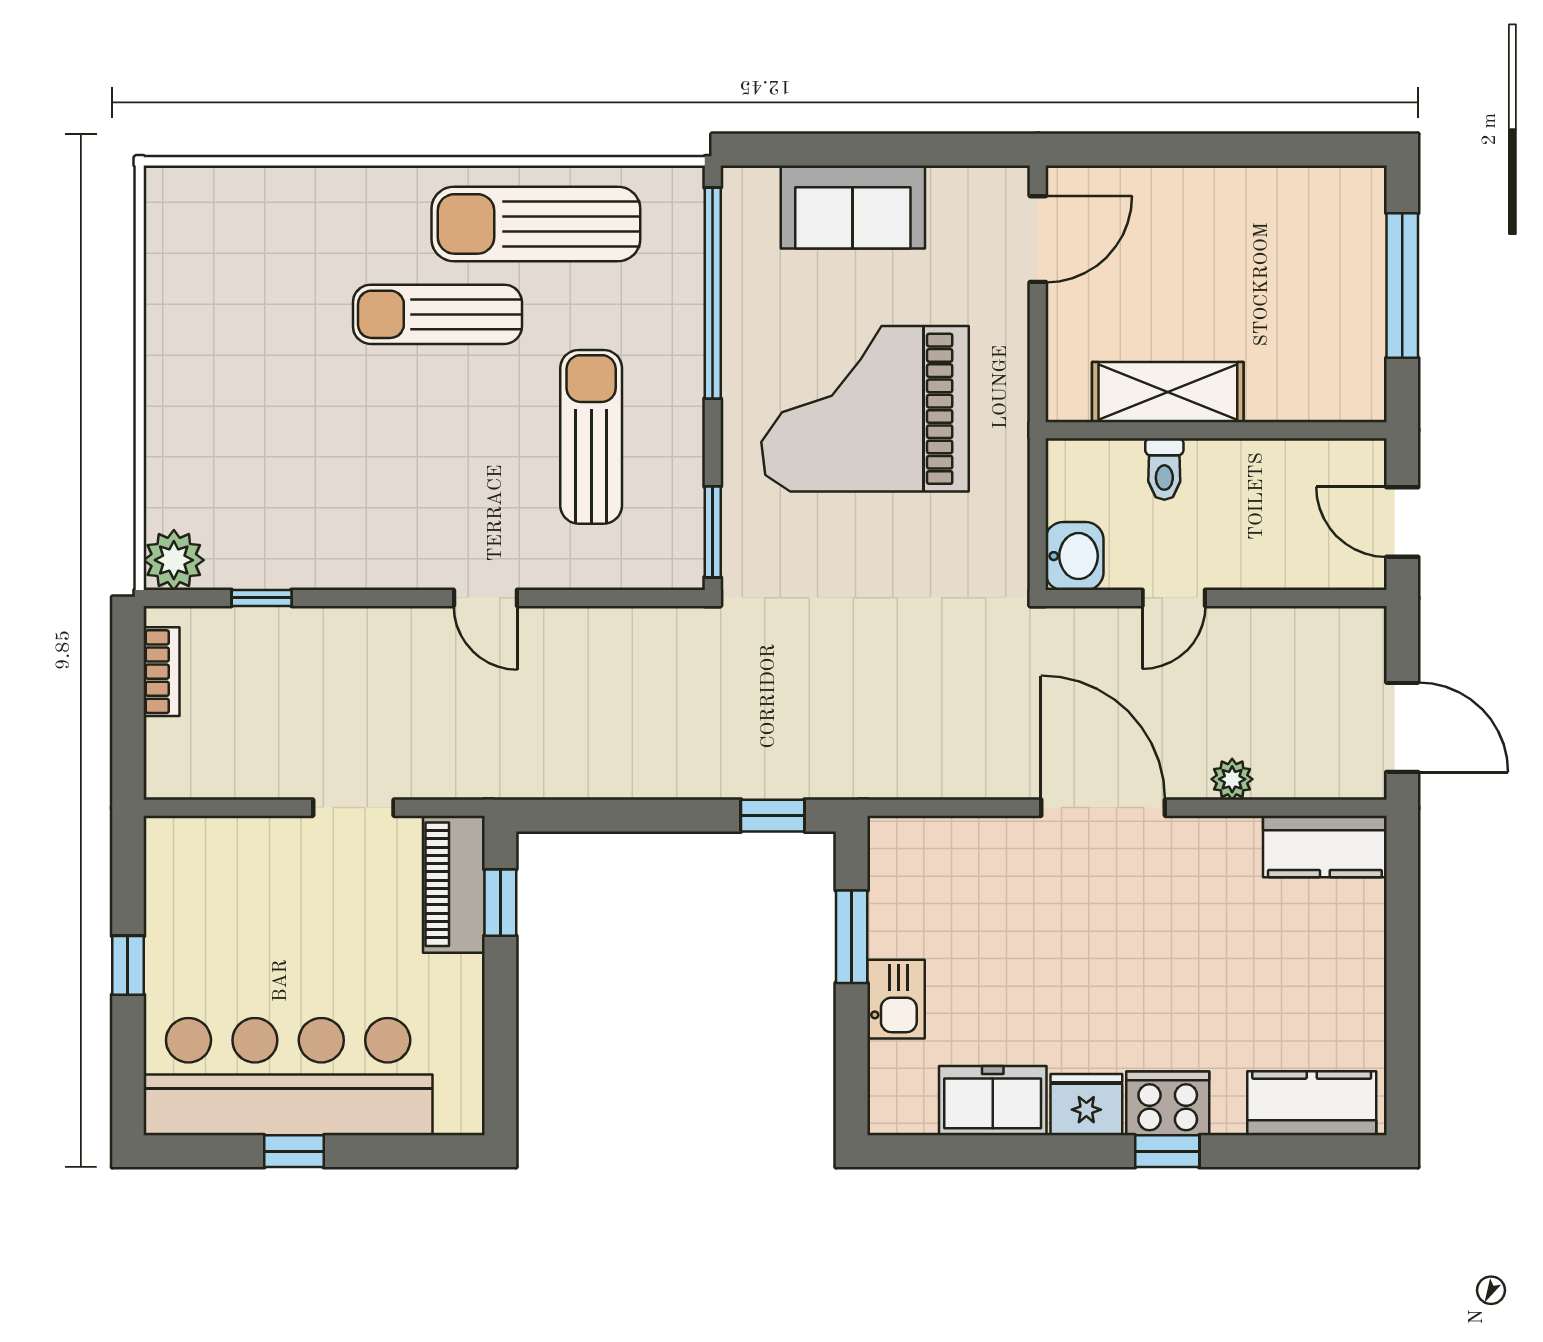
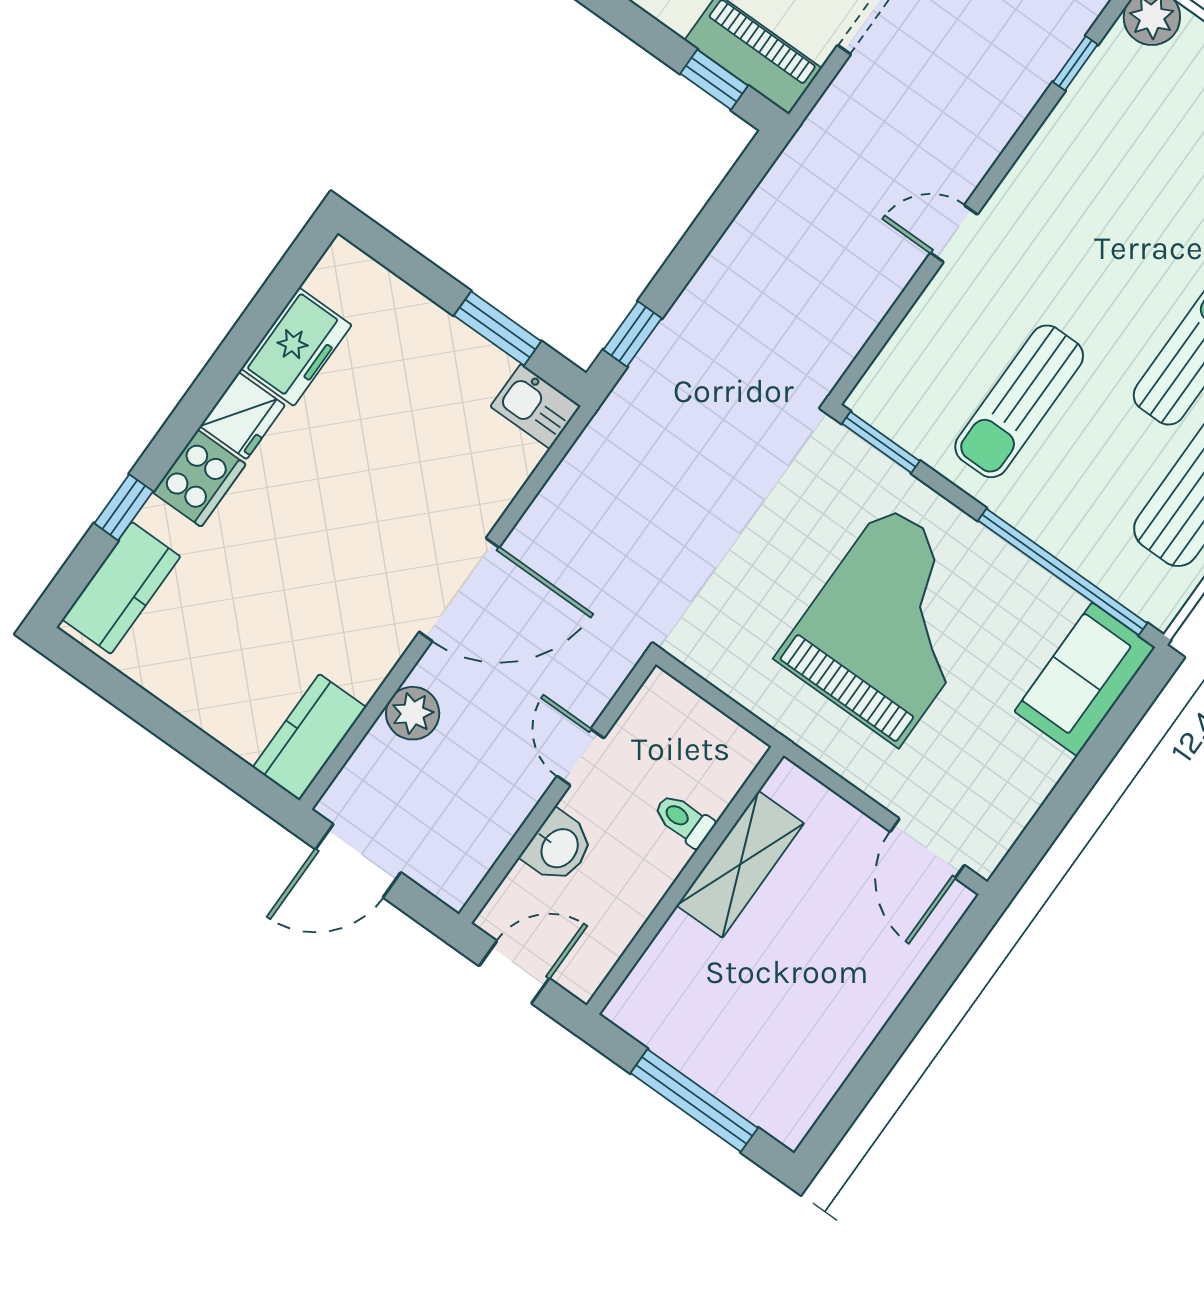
sofa: (853, 207) -> (1085, 679), moved
sun lounger: (591, 437) -> (1019, 401), turned 90
washbasin: (1074, 556) -> (558, 847), moved, turned -90
plant: (1232, 779) -> (413, 713), width x1.38, depth x1.38
kitchen sink: (896, 999) -> (536, 406), moved
window: (1167, 1151) -> (124, 507), moved

